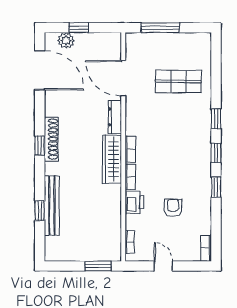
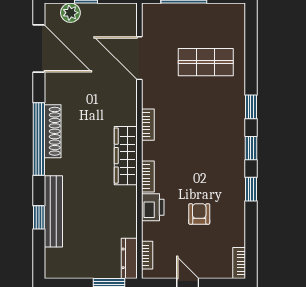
dresser: (115, 117) -> (129, 258), moved
window: (40, 145) -> (39, 139), width x3.17
bookcase: (130, 149) -> (148, 125), moved

